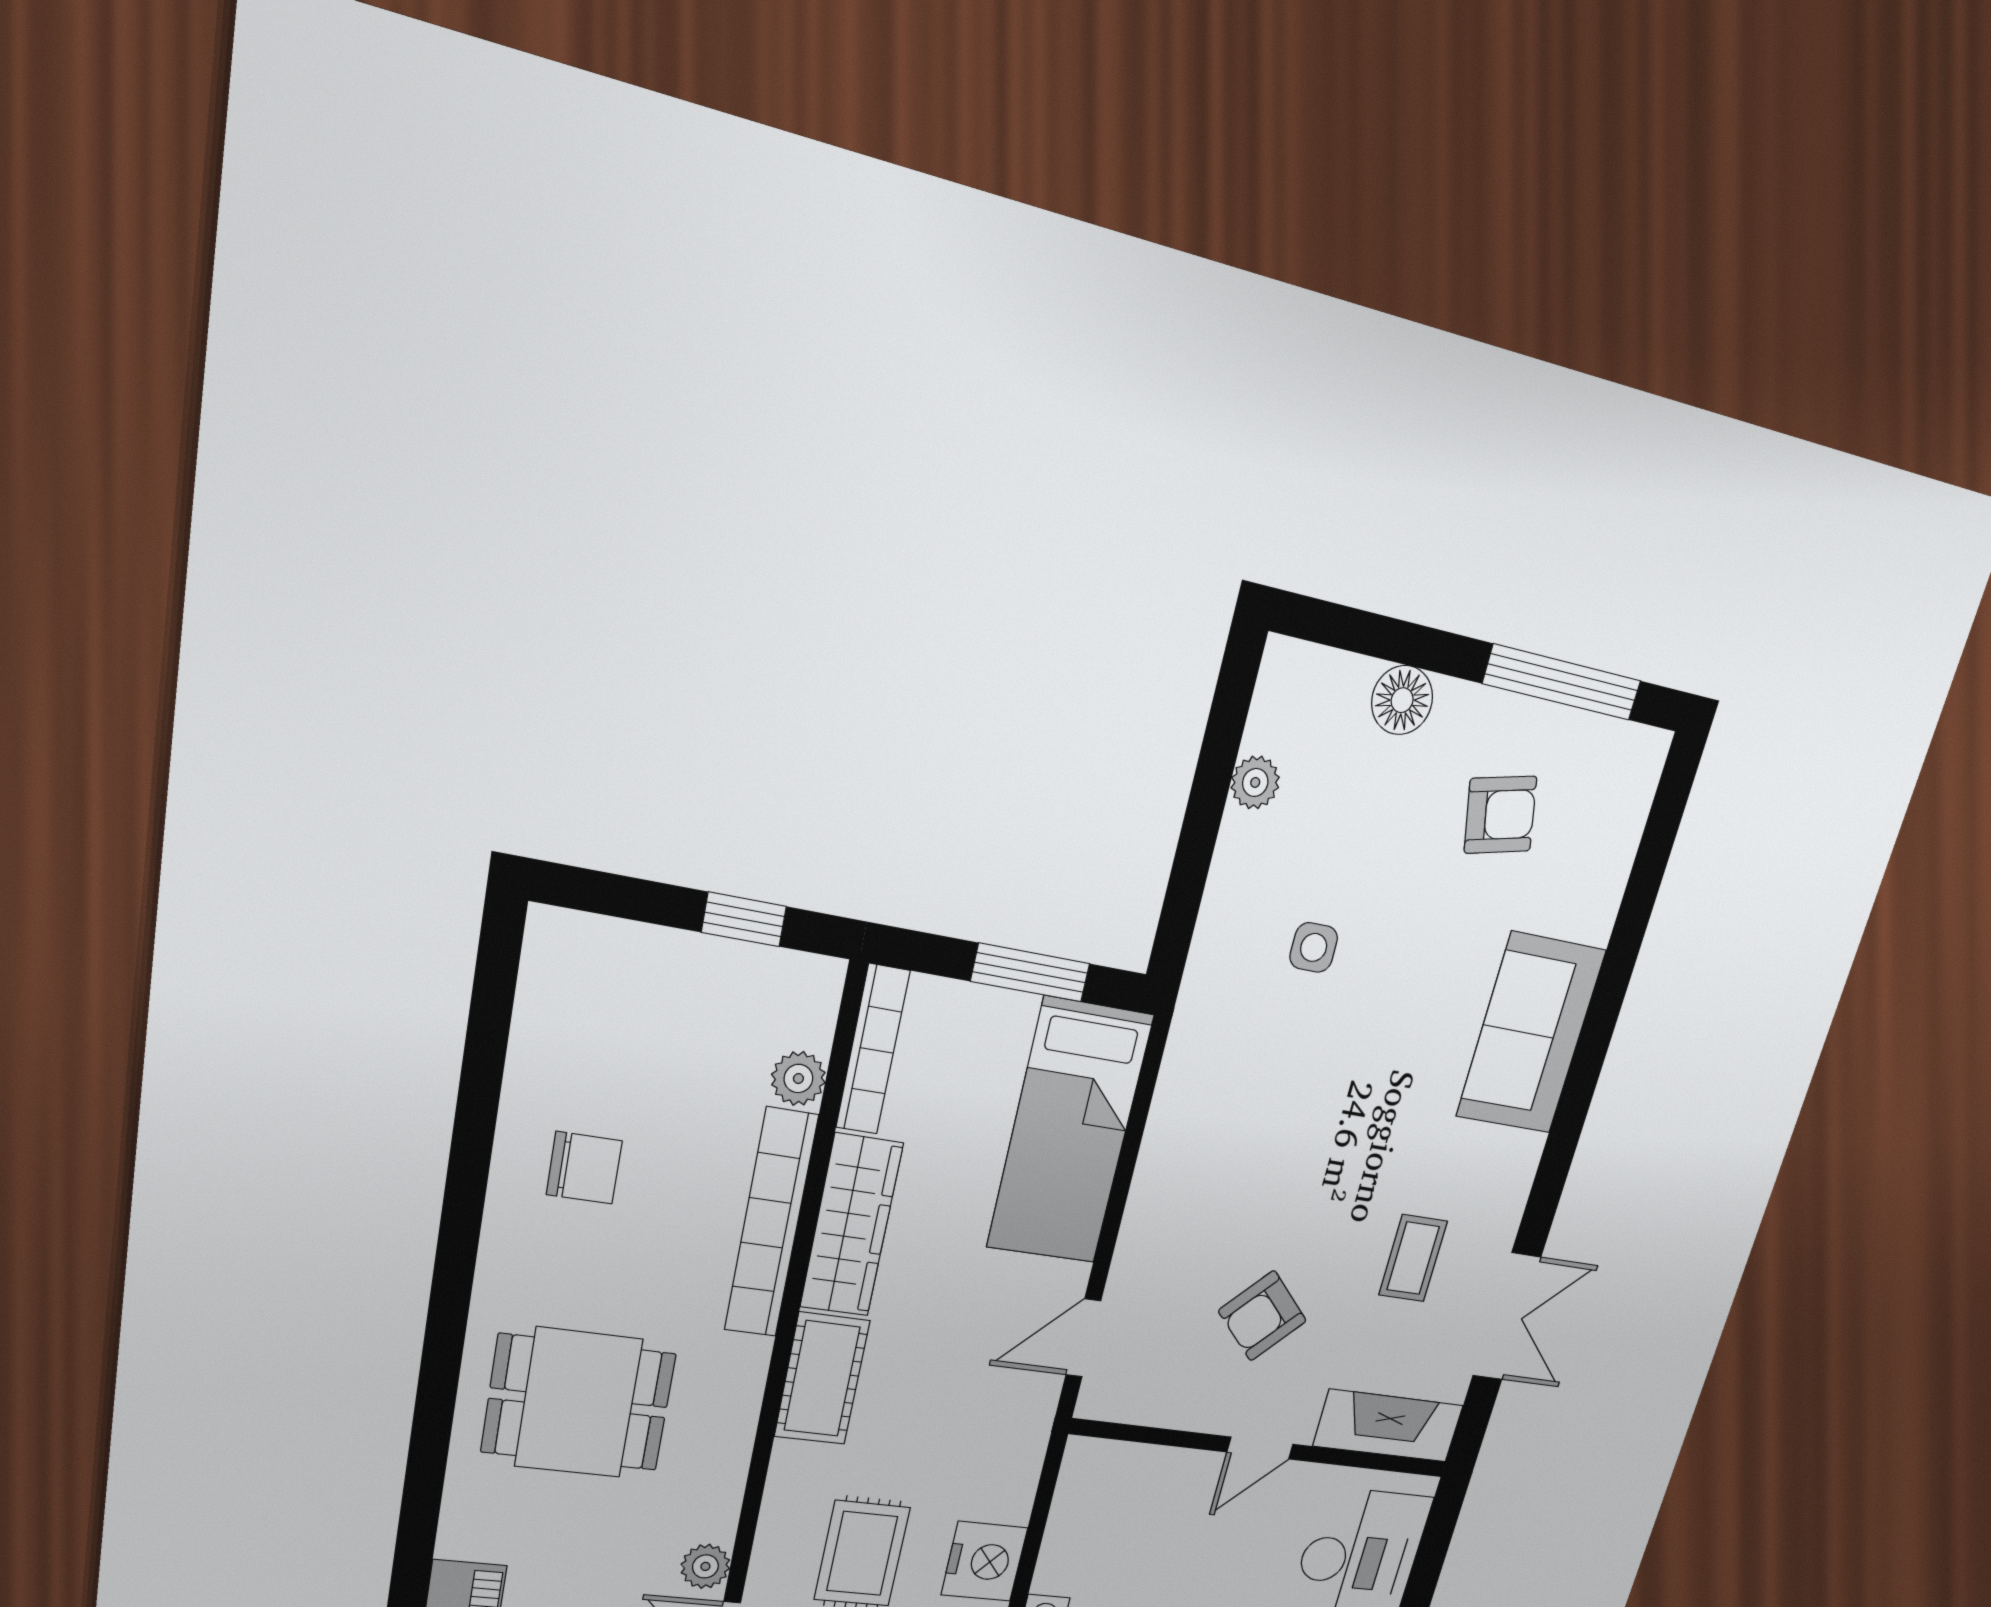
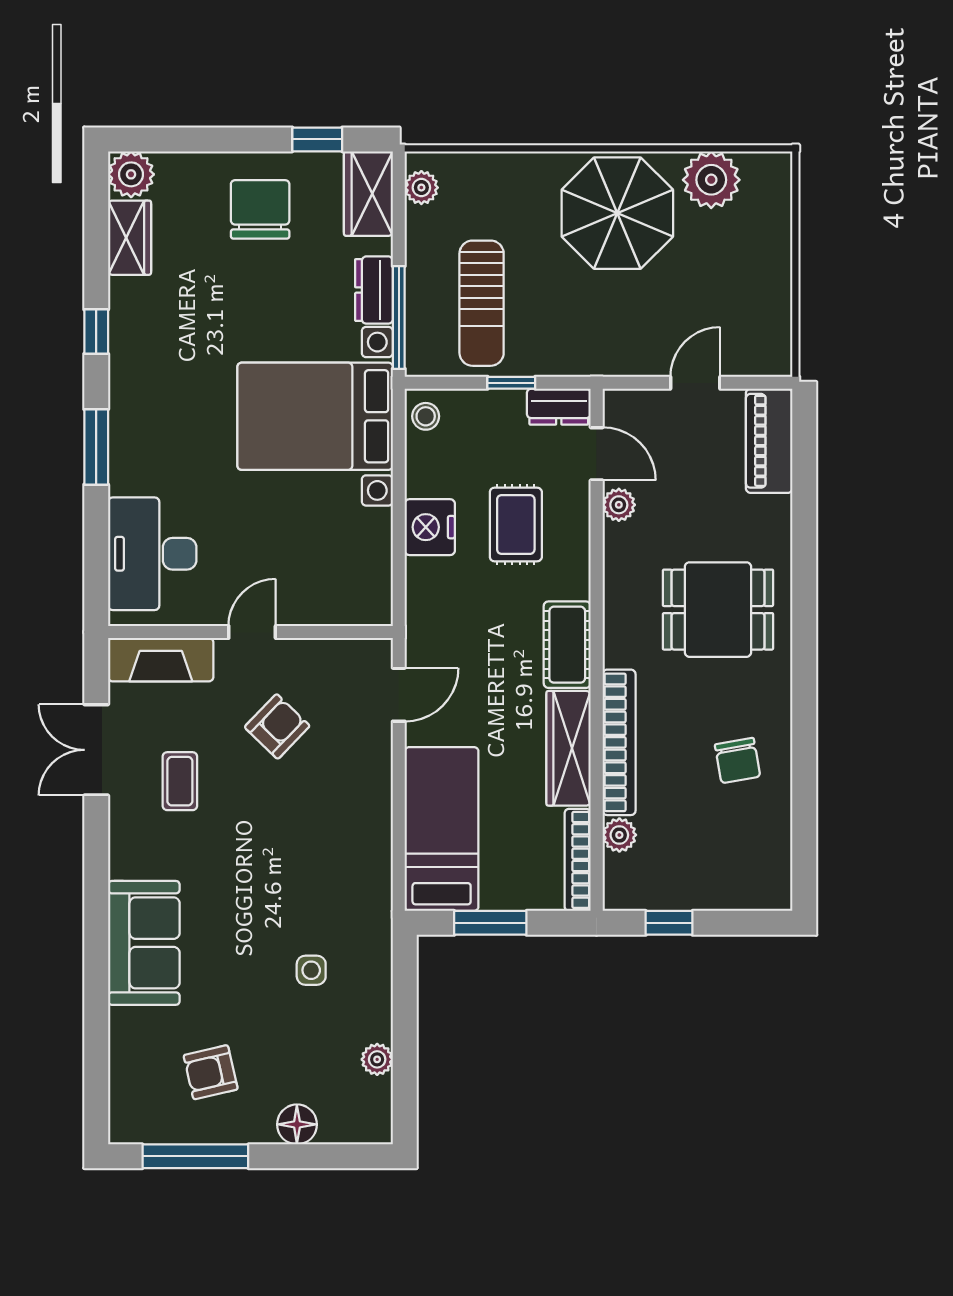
chair: (584, 1168) -> (738, 761), turned -100

